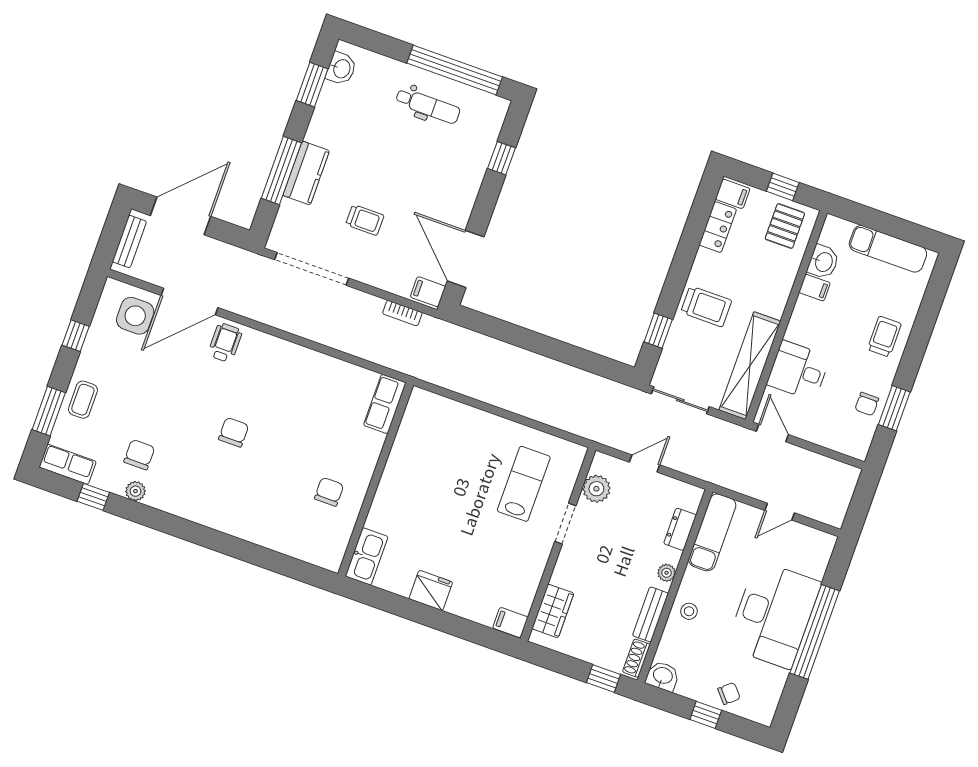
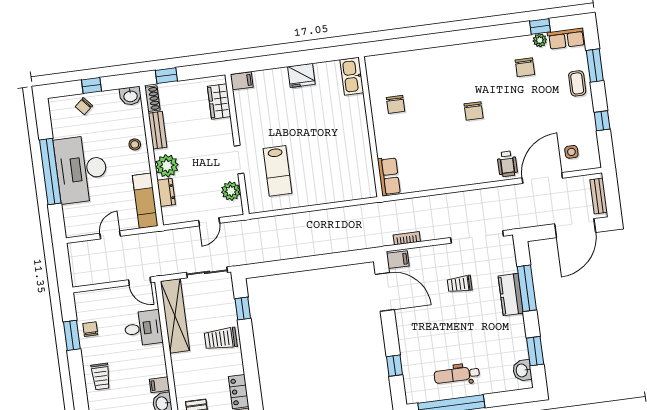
side table: (135, 316) -> (571, 152), width x0.54, depth x0.54
plant: (135, 491) -> (540, 40), moved
plant: (667, 573) -> (167, 166), width x1.88, depth x1.88

